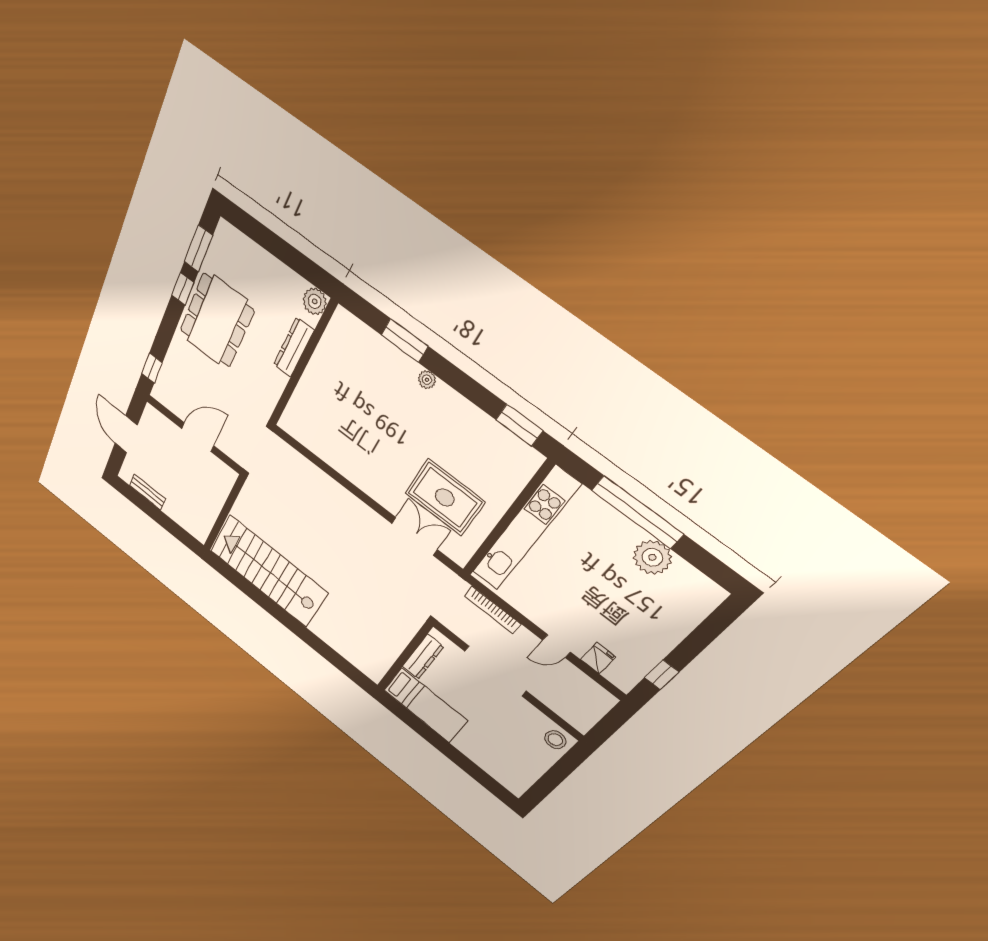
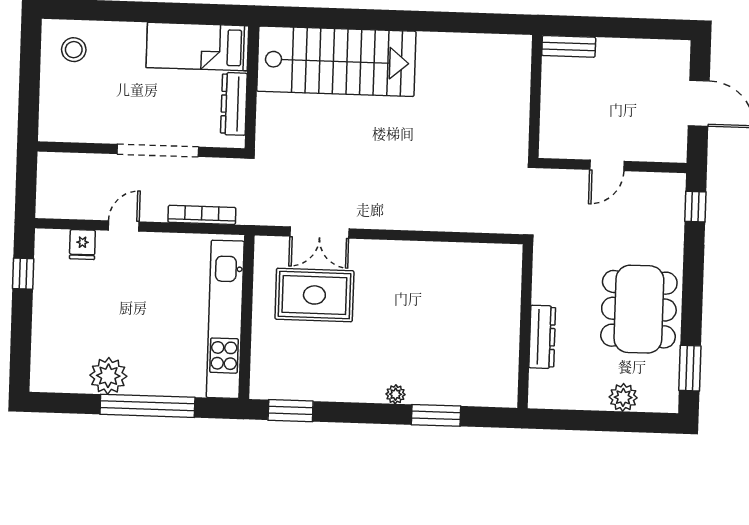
window: (183, 289) -> (692, 317), removed
plant: (315, 301) -> (623, 397), moved
door: (198, 437) -> (607, 165), width x0.73
bench: (148, 492) -> (569, 46), moved
stairs: (268, 571) -> (336, 61), moved
stool: (555, 740) -> (74, 50), moved

